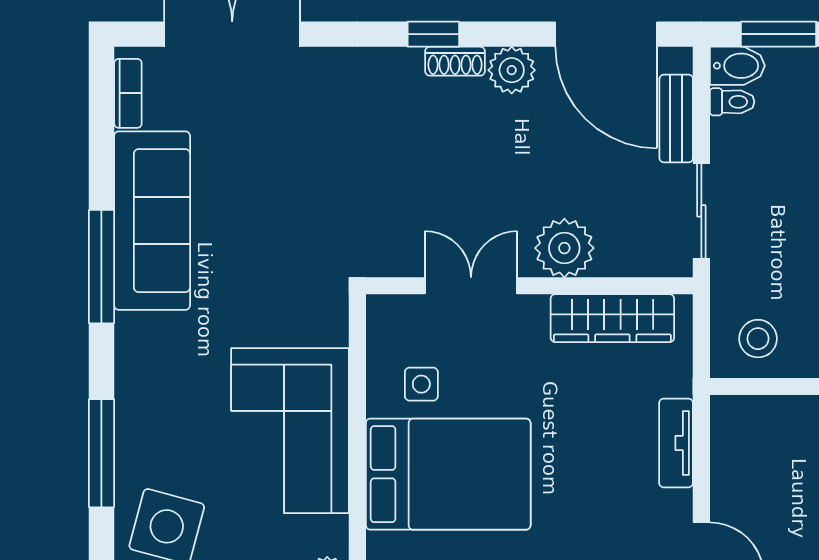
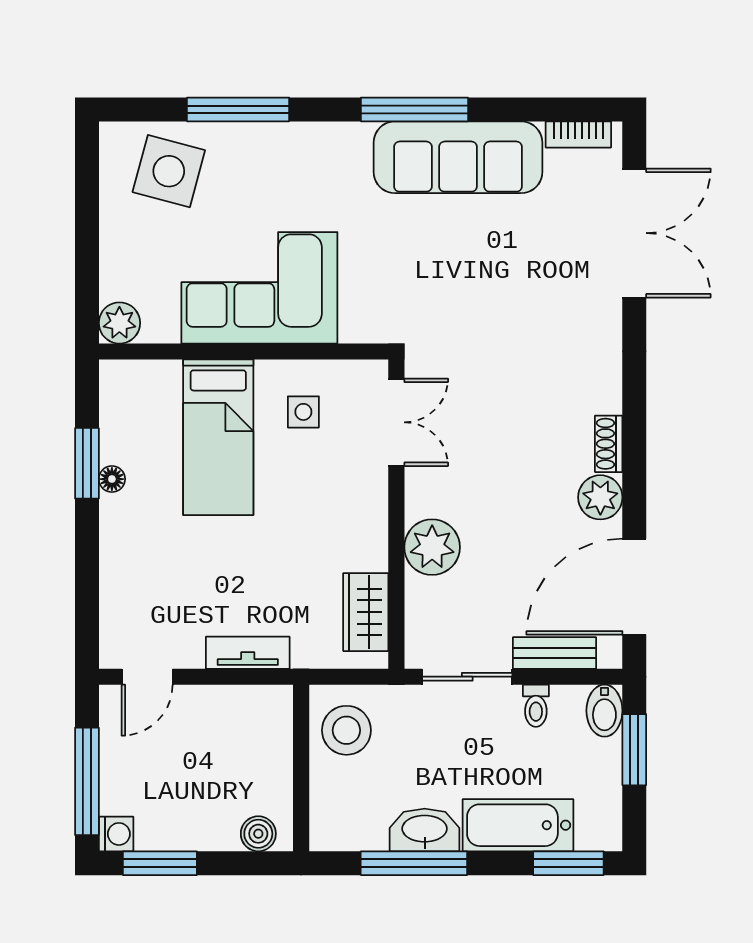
window: (433, 34) -> (634, 423), removed
toilet: (732, 102) -> (536, 706), moved
double door: (471, 286) -> (396, 422), moved
wardrobe: (612, 318) -> (366, 612), width x0.67
stool: (758, 339) -> (346, 730), width x1.38, depth x1.38
bed: (448, 474) -> (218, 437), width x0.67

